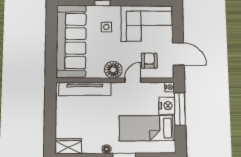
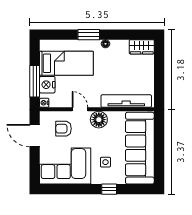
armchair: (149, 61) -> (63, 129), turned 90
door: (133, 80) -> (80, 109), swing flipped

